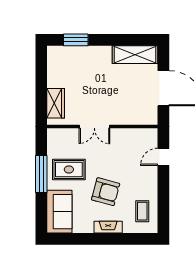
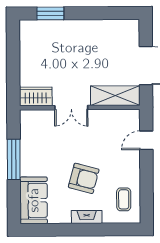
shelving: (135, 55) -> (115, 96), moved
wardrobe: (56, 103) -> (36, 96), moved, turned -90
rug: (69, 170) -> (44, 154), removed

